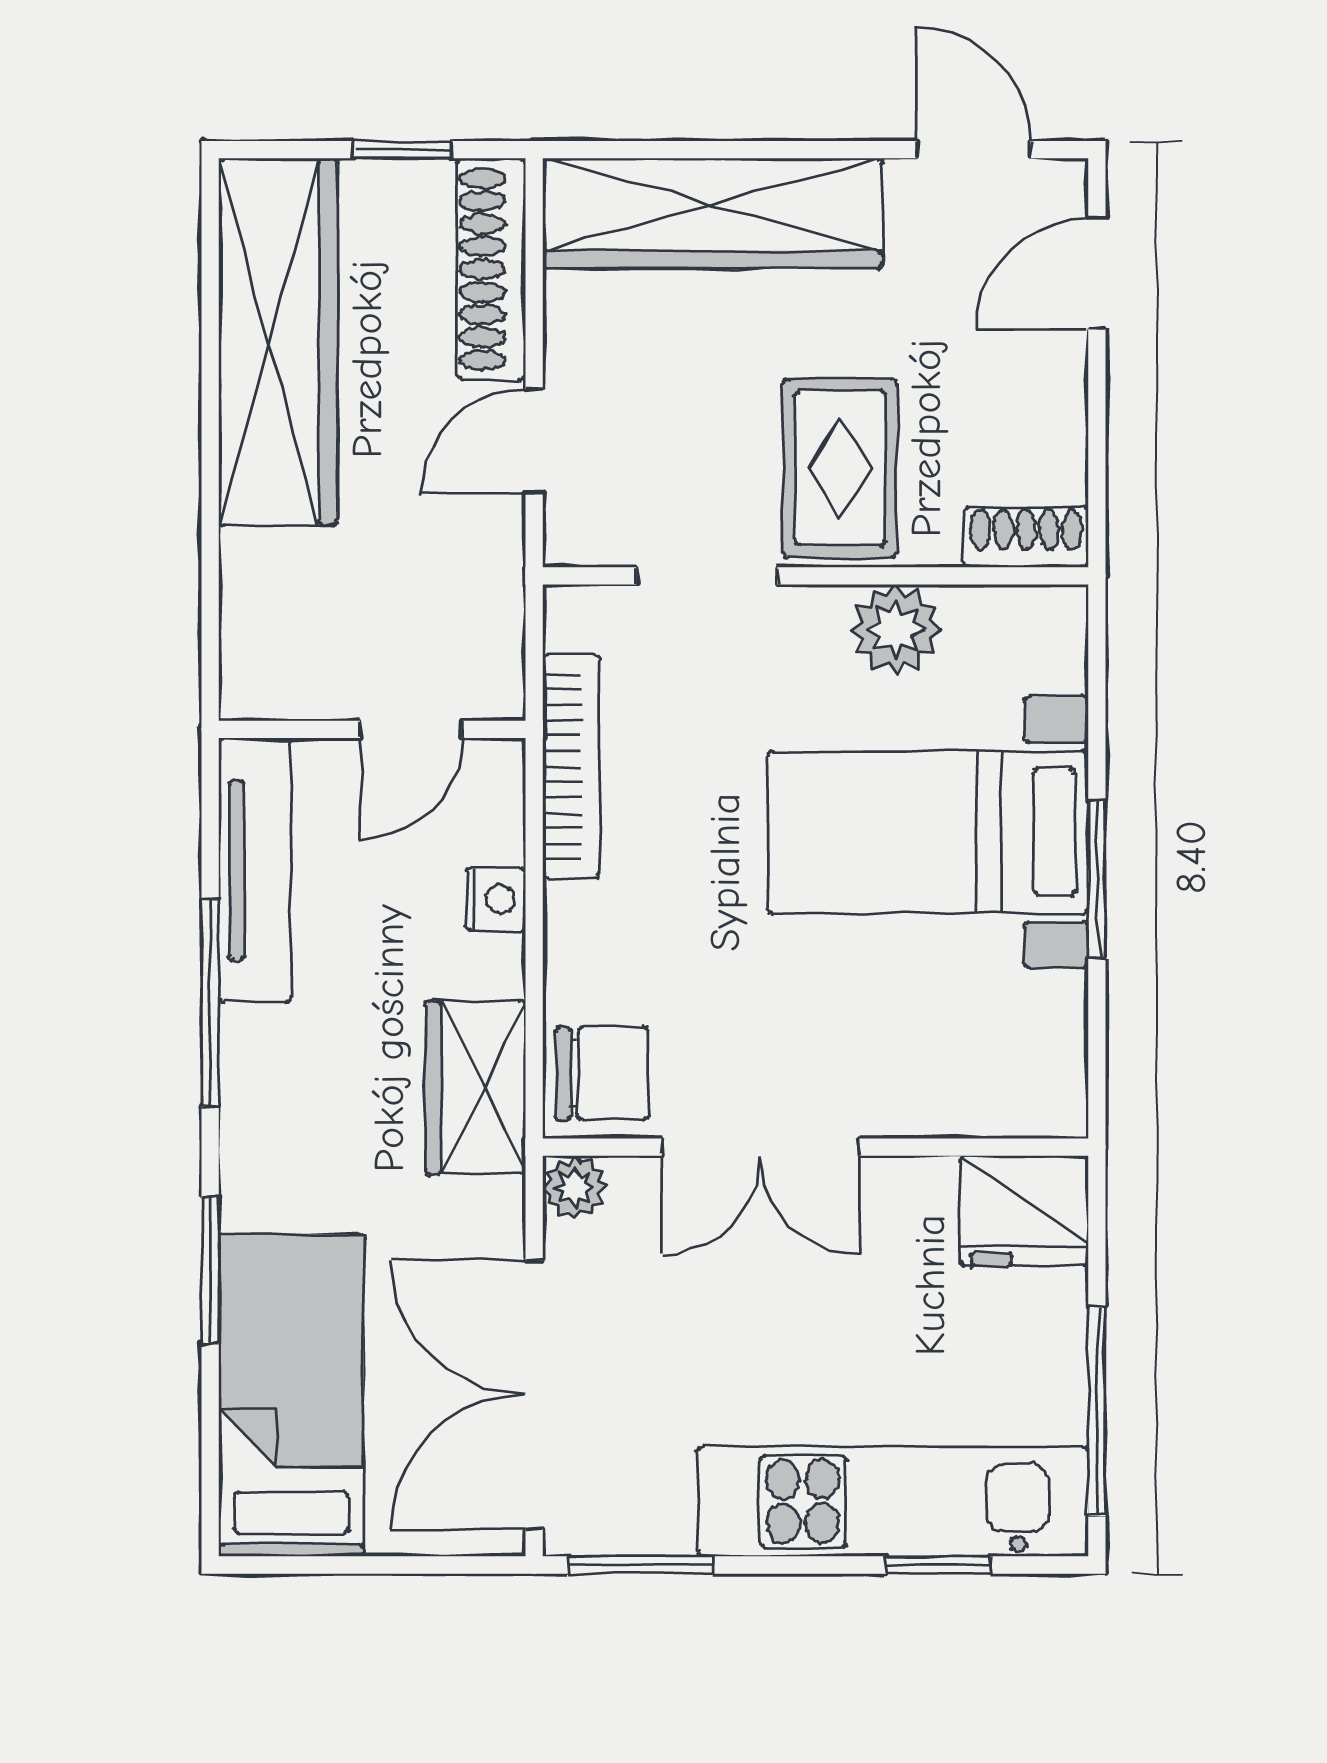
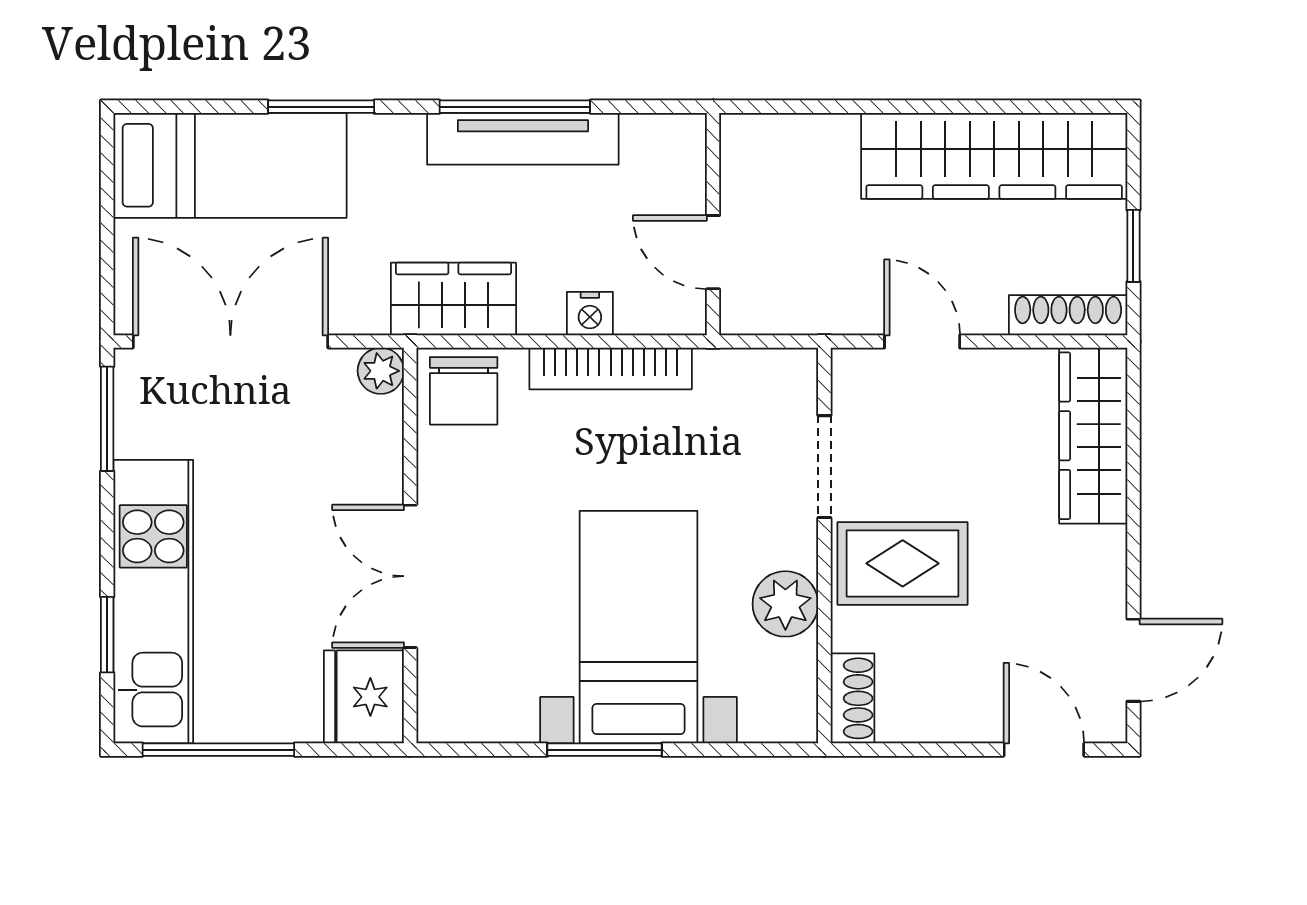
wardrobe: (713, 213) -> (1093, 436), width x0.71, depth x0.85
shoe rack: (491, 269) -> (1068, 315), width x0.74, depth x0.81
bookcase: (571, 767) -> (611, 369), moved
tv unit: (254, 870) -> (523, 139), moved
double door: (761, 1147) -> (410, 576), moved

